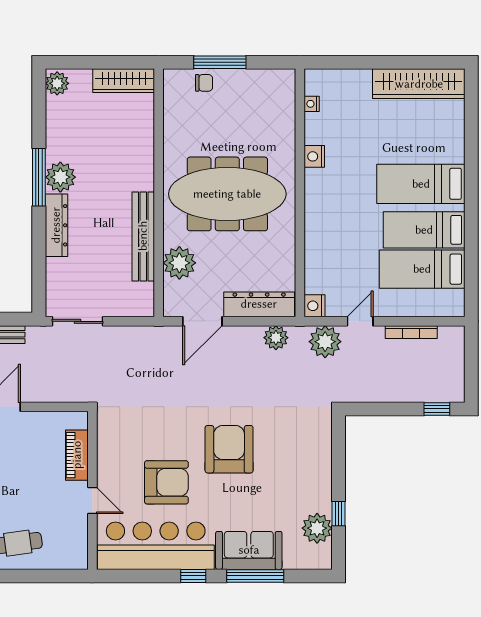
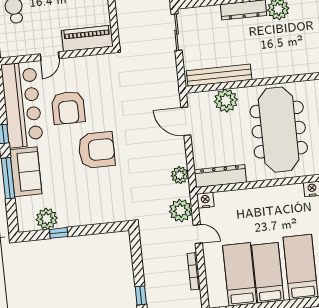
bench: (143, 236) -> (219, 75), moved
dresser: (259, 304) -> (220, 176), moved, turned -90
piano: (77, 455) -> (87, 38), width x1.37, depth x1.33

